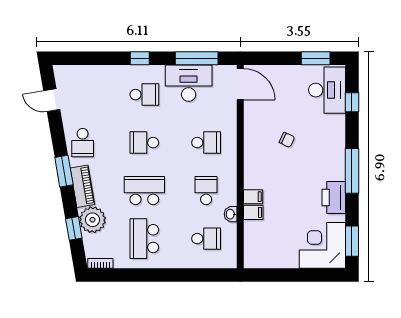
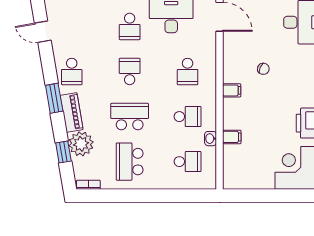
school desk: (144, 95) -> (130, 26), turned 90
school desk: (144, 143) -> (130, 71), turned 90
school desk: (206, 143) -> (188, 71), turned 90
school desk: (206, 191) -> (188, 117), turned 90
filing cabinet: (253, 197) -> (232, 90), moved

